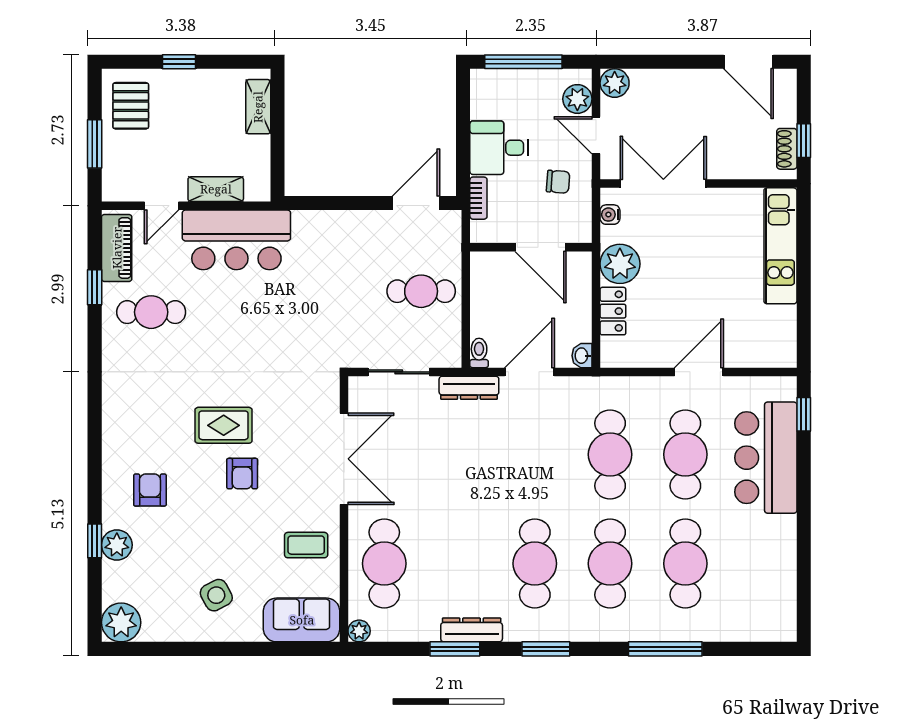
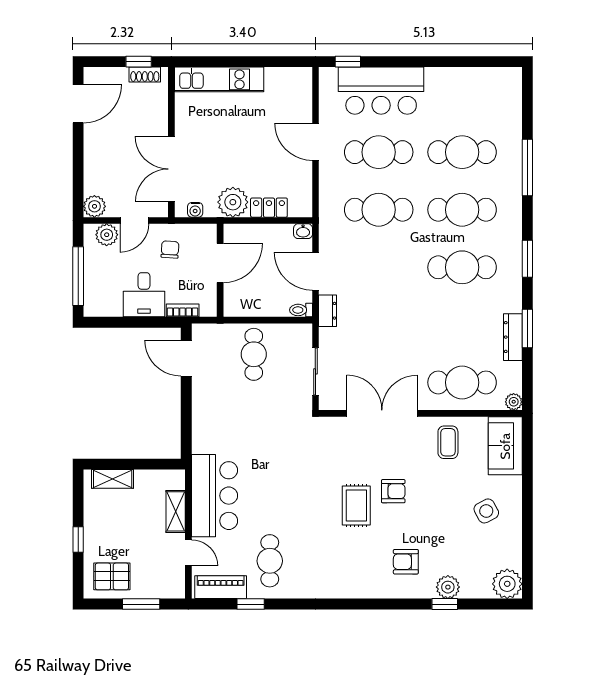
dresser: (469, 388) -> (328, 311), width x0.70
dresser: (472, 630) -> (513, 337), moved

